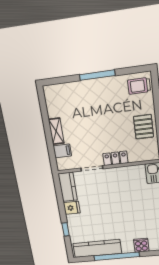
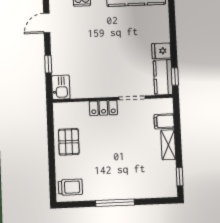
window: (43, 104) -> (180, 177), added
window: (66, 229) -> (175, 76), moved

